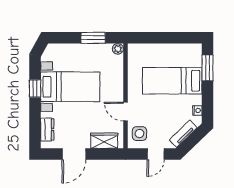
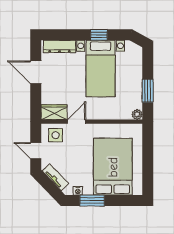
window: (207, 68) -> (92, 201), moved
bed: (172, 81) -> (113, 167), width x1.50
dresser: (47, 129) -> (59, 46), width x1.44
wardrobe: (104, 141) -> (54, 112), moved, turned -90

